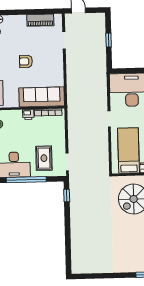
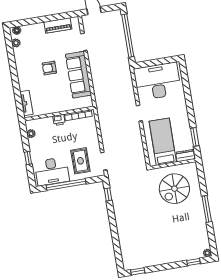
window: (109, 40) -> (128, 36), width x3.17
sofa: (42, 97) -> (78, 75), moved, turned -90
window: (86, 276) -> (138, 271), added

